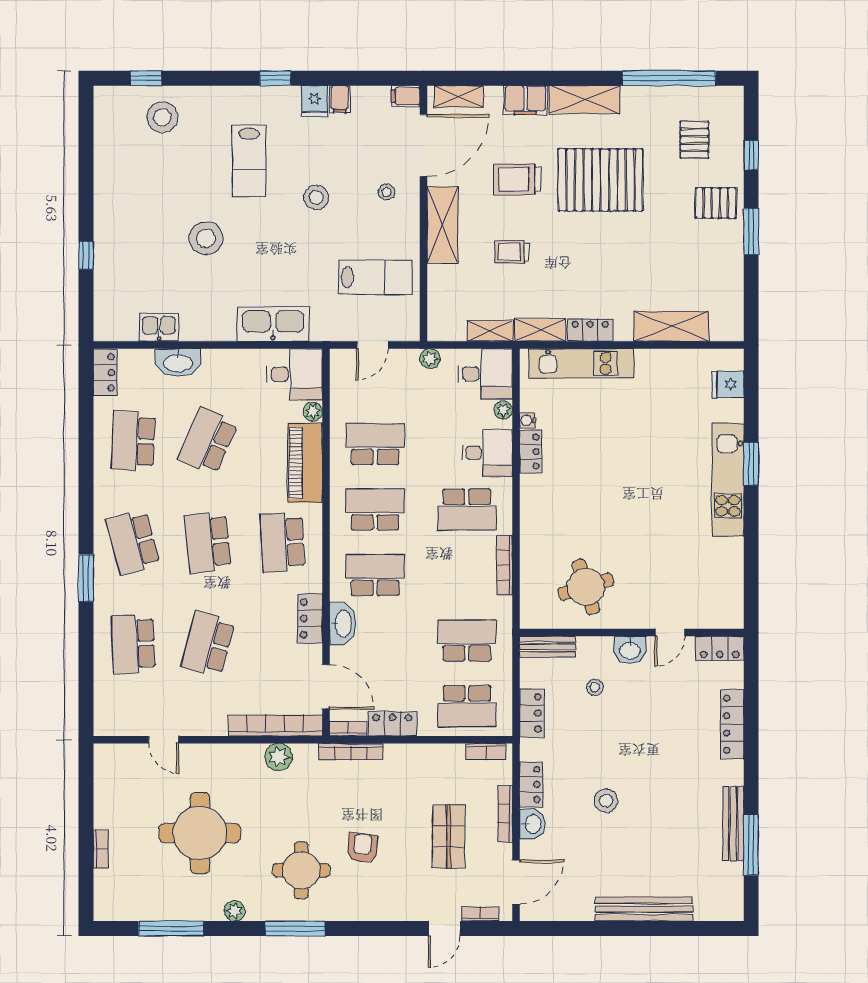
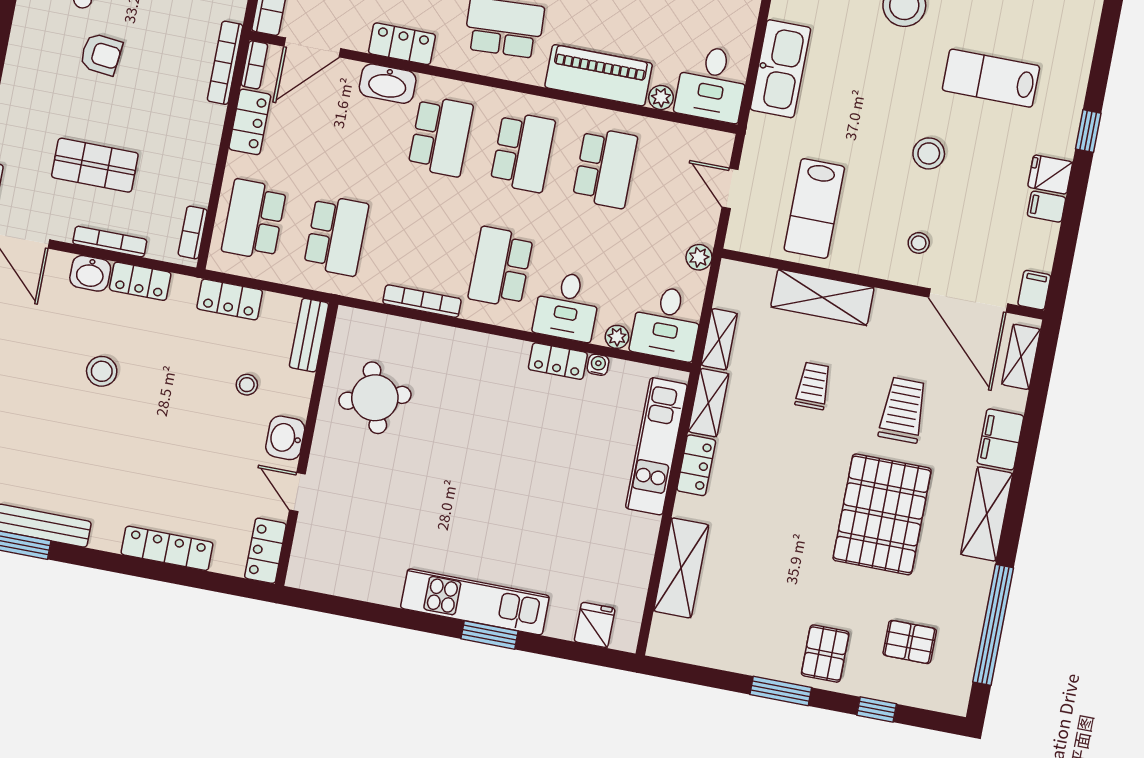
shelving: (442, 225) -> (822, 297), moved

